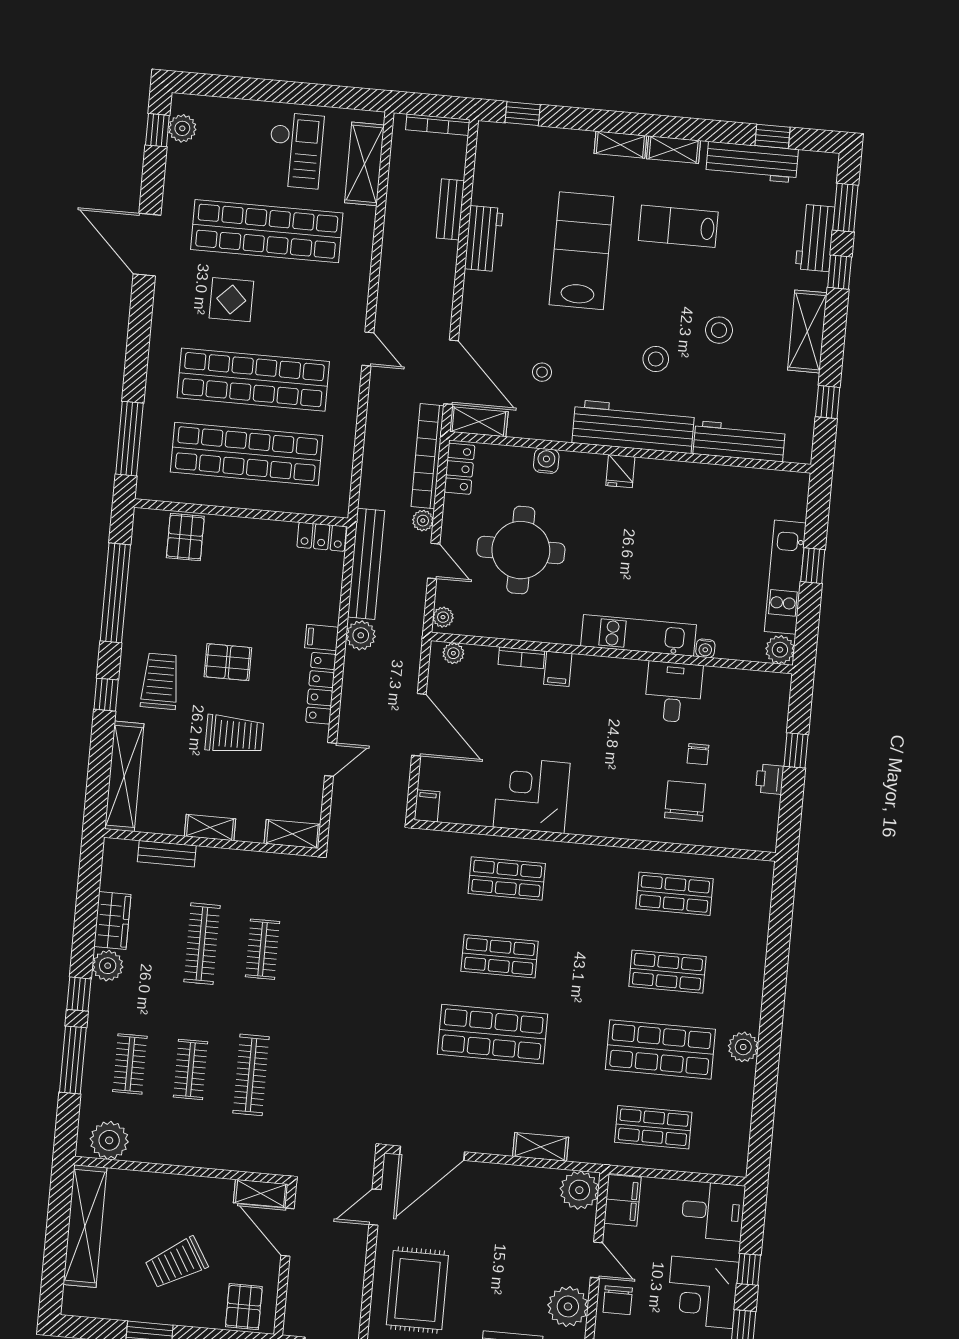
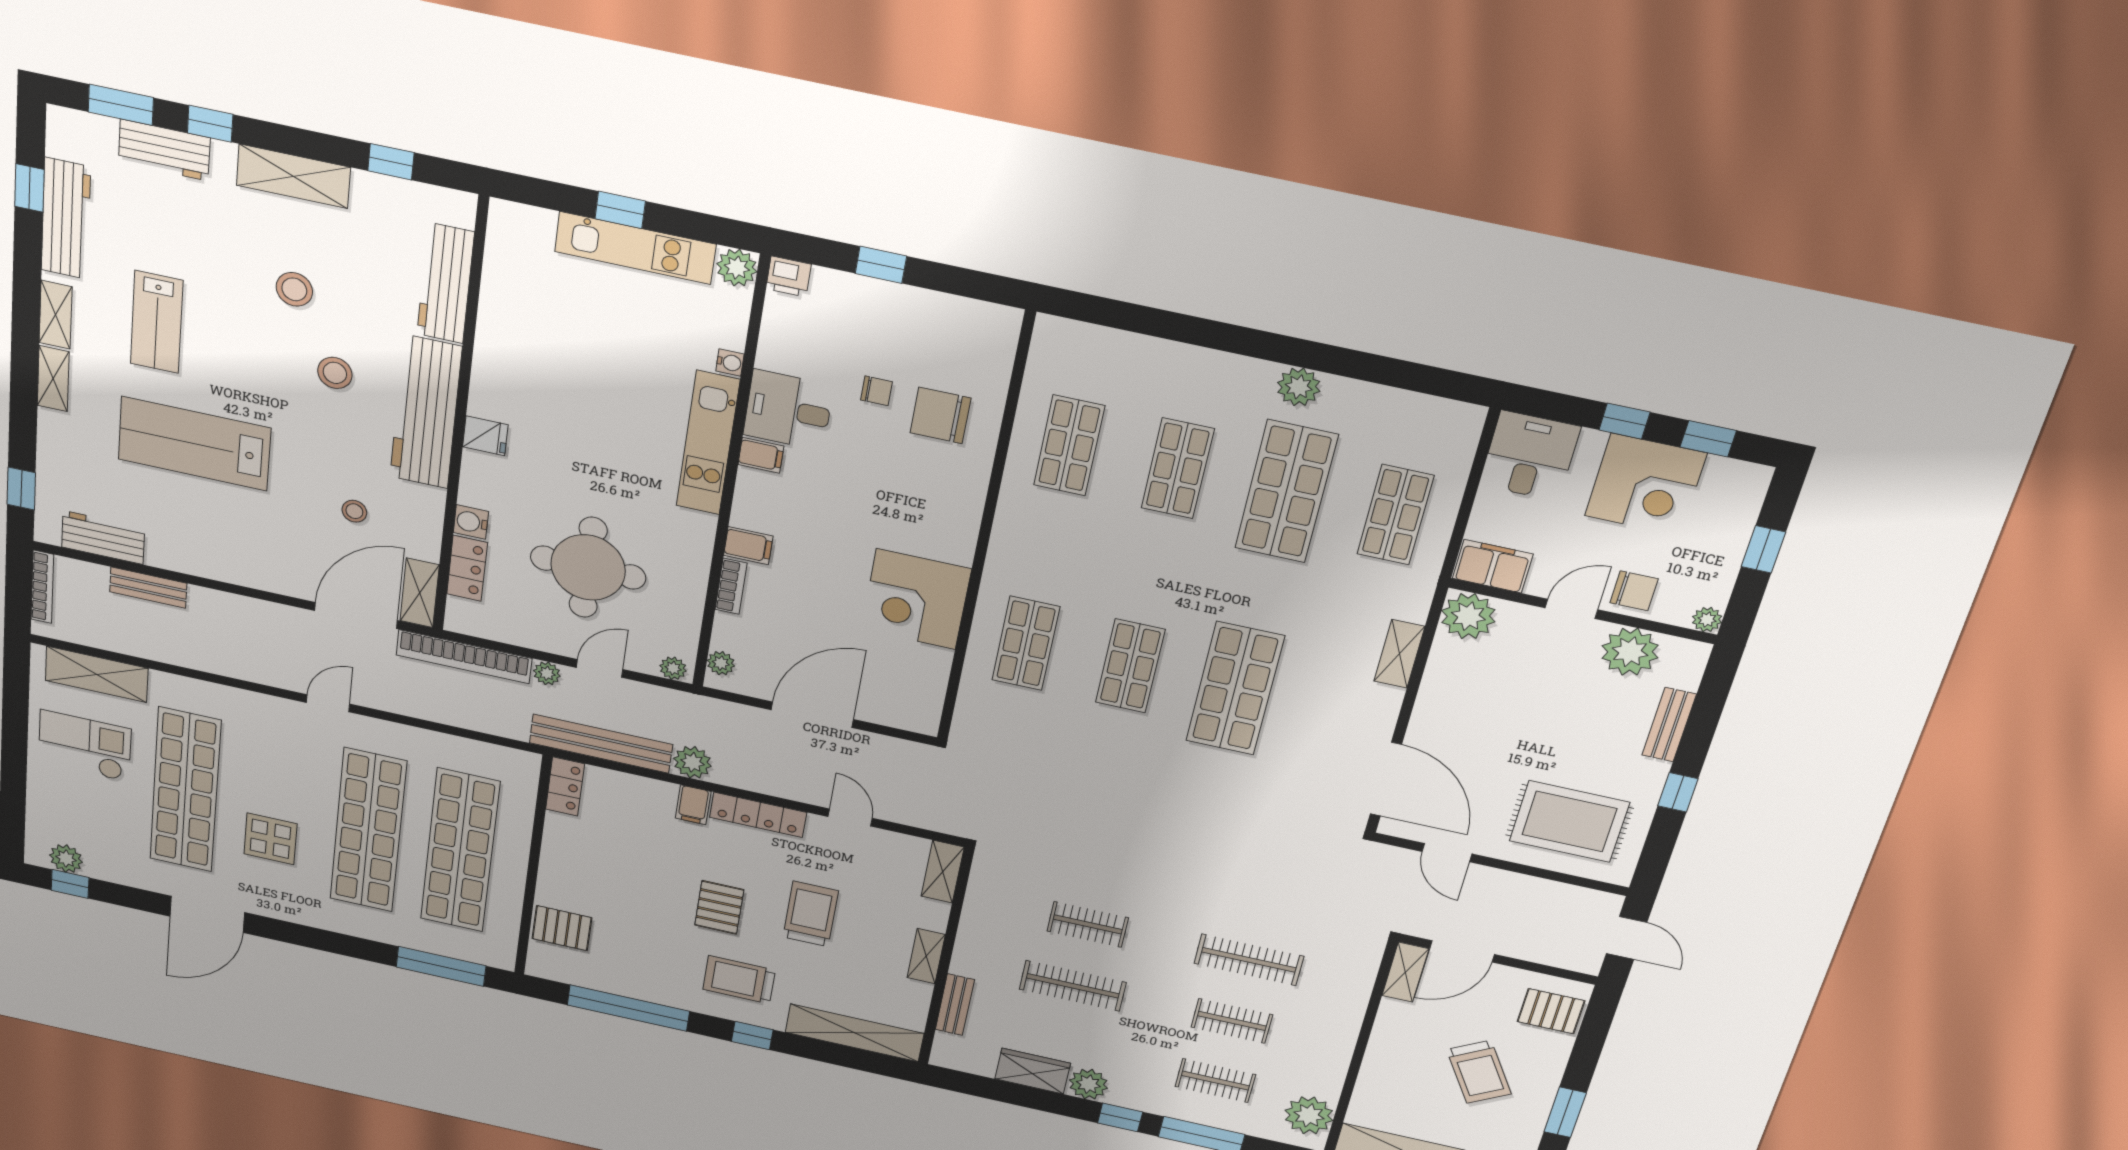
workbench: (484, 239) -> (103, 537), moved
locker: (459, 469) -> (467, 568), moved, turned 90
printer: (770, 779) -> (789, 277), moved
filing cabinet: (427, 806) -> (761, 455), moved, turned 180

